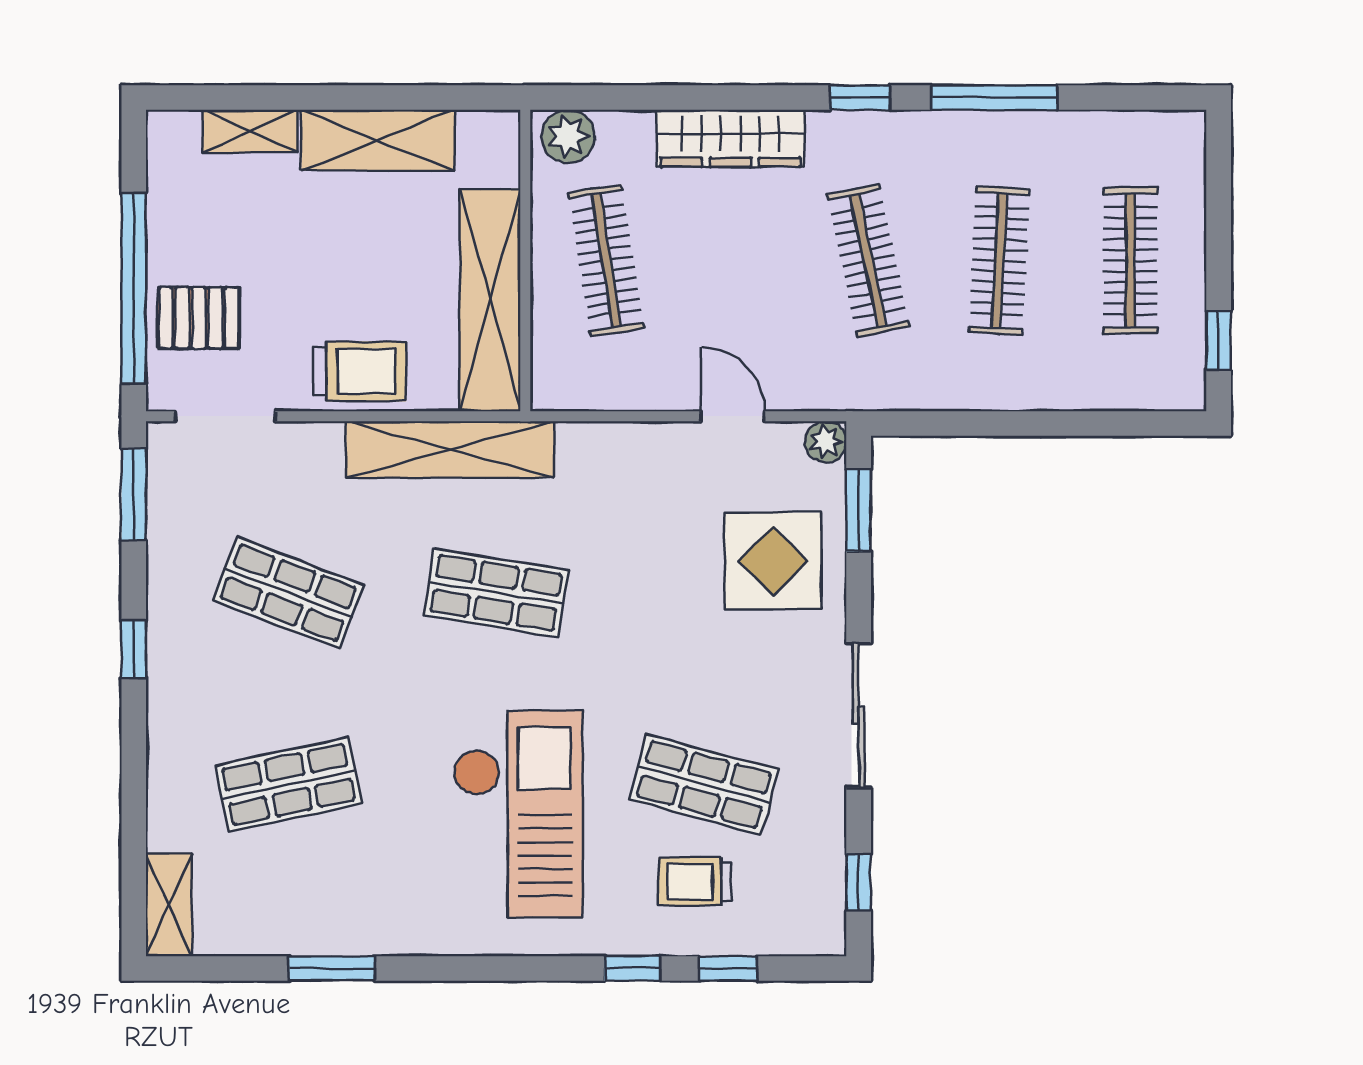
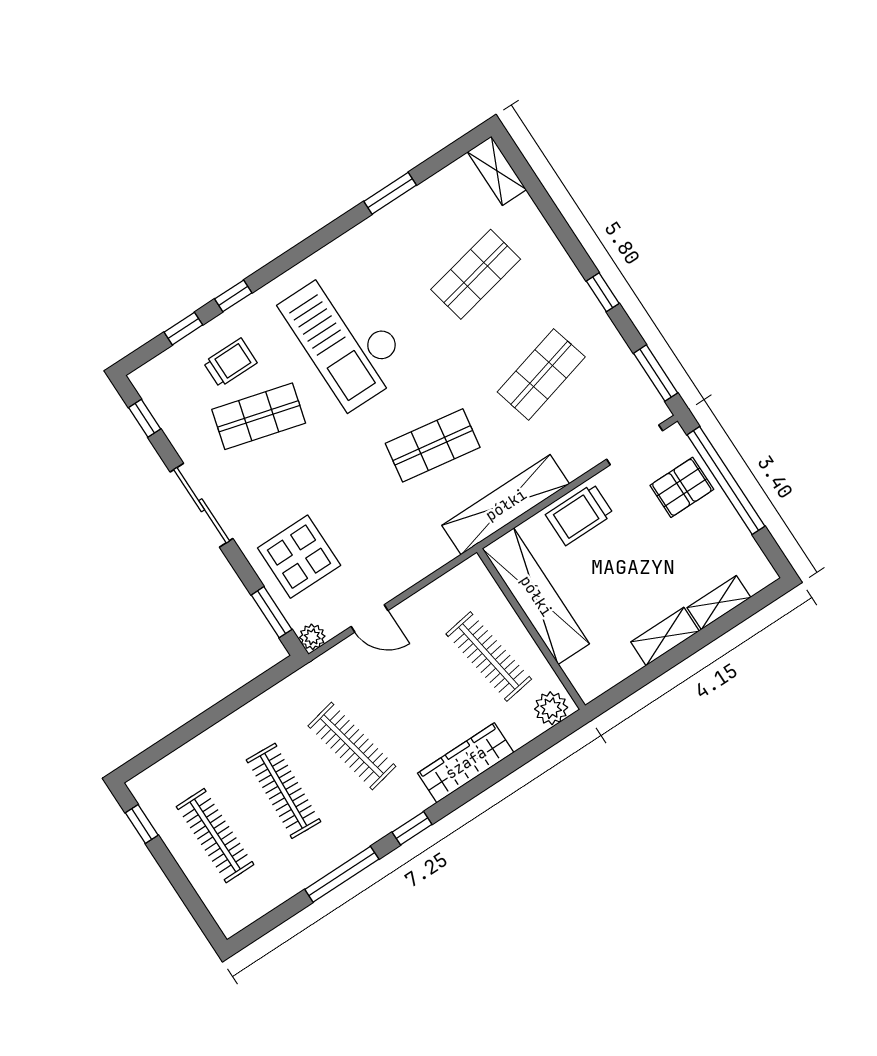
shelving: (378, 140) -> (665, 636), width x0.67, depth x0.75
shop shelf: (288, 593) -> (541, 374), turned -36

